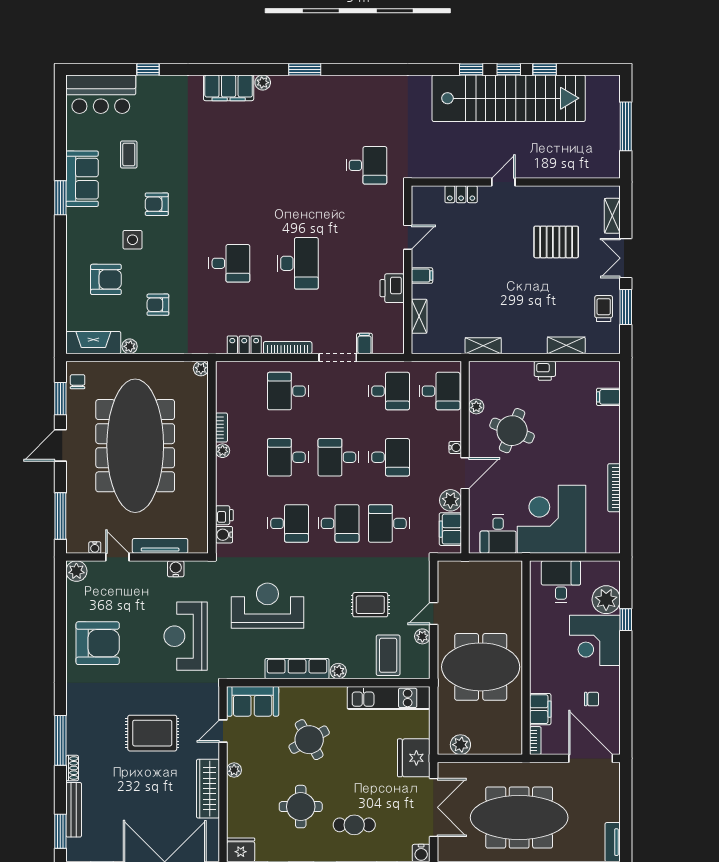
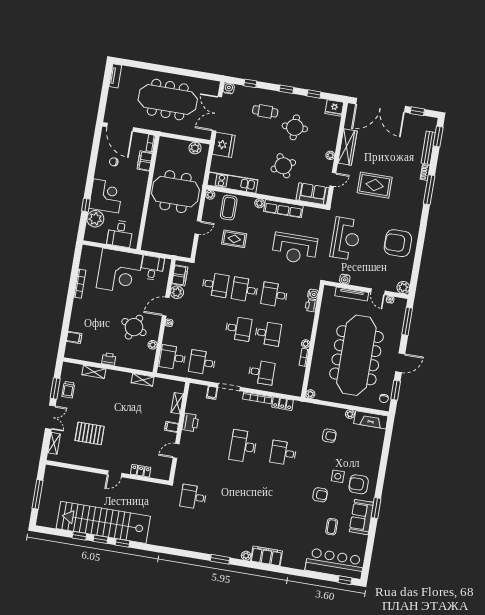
window: (148, 69) -> (345, 580), moved
bar counter: (101, 94) -> (335, 564), width x1.36
armchair: (106, 279) -> (359, 484), moved
desk: (389, 457) -> (209, 324), removed
plant: (422, 636) -> (210, 195), moved

